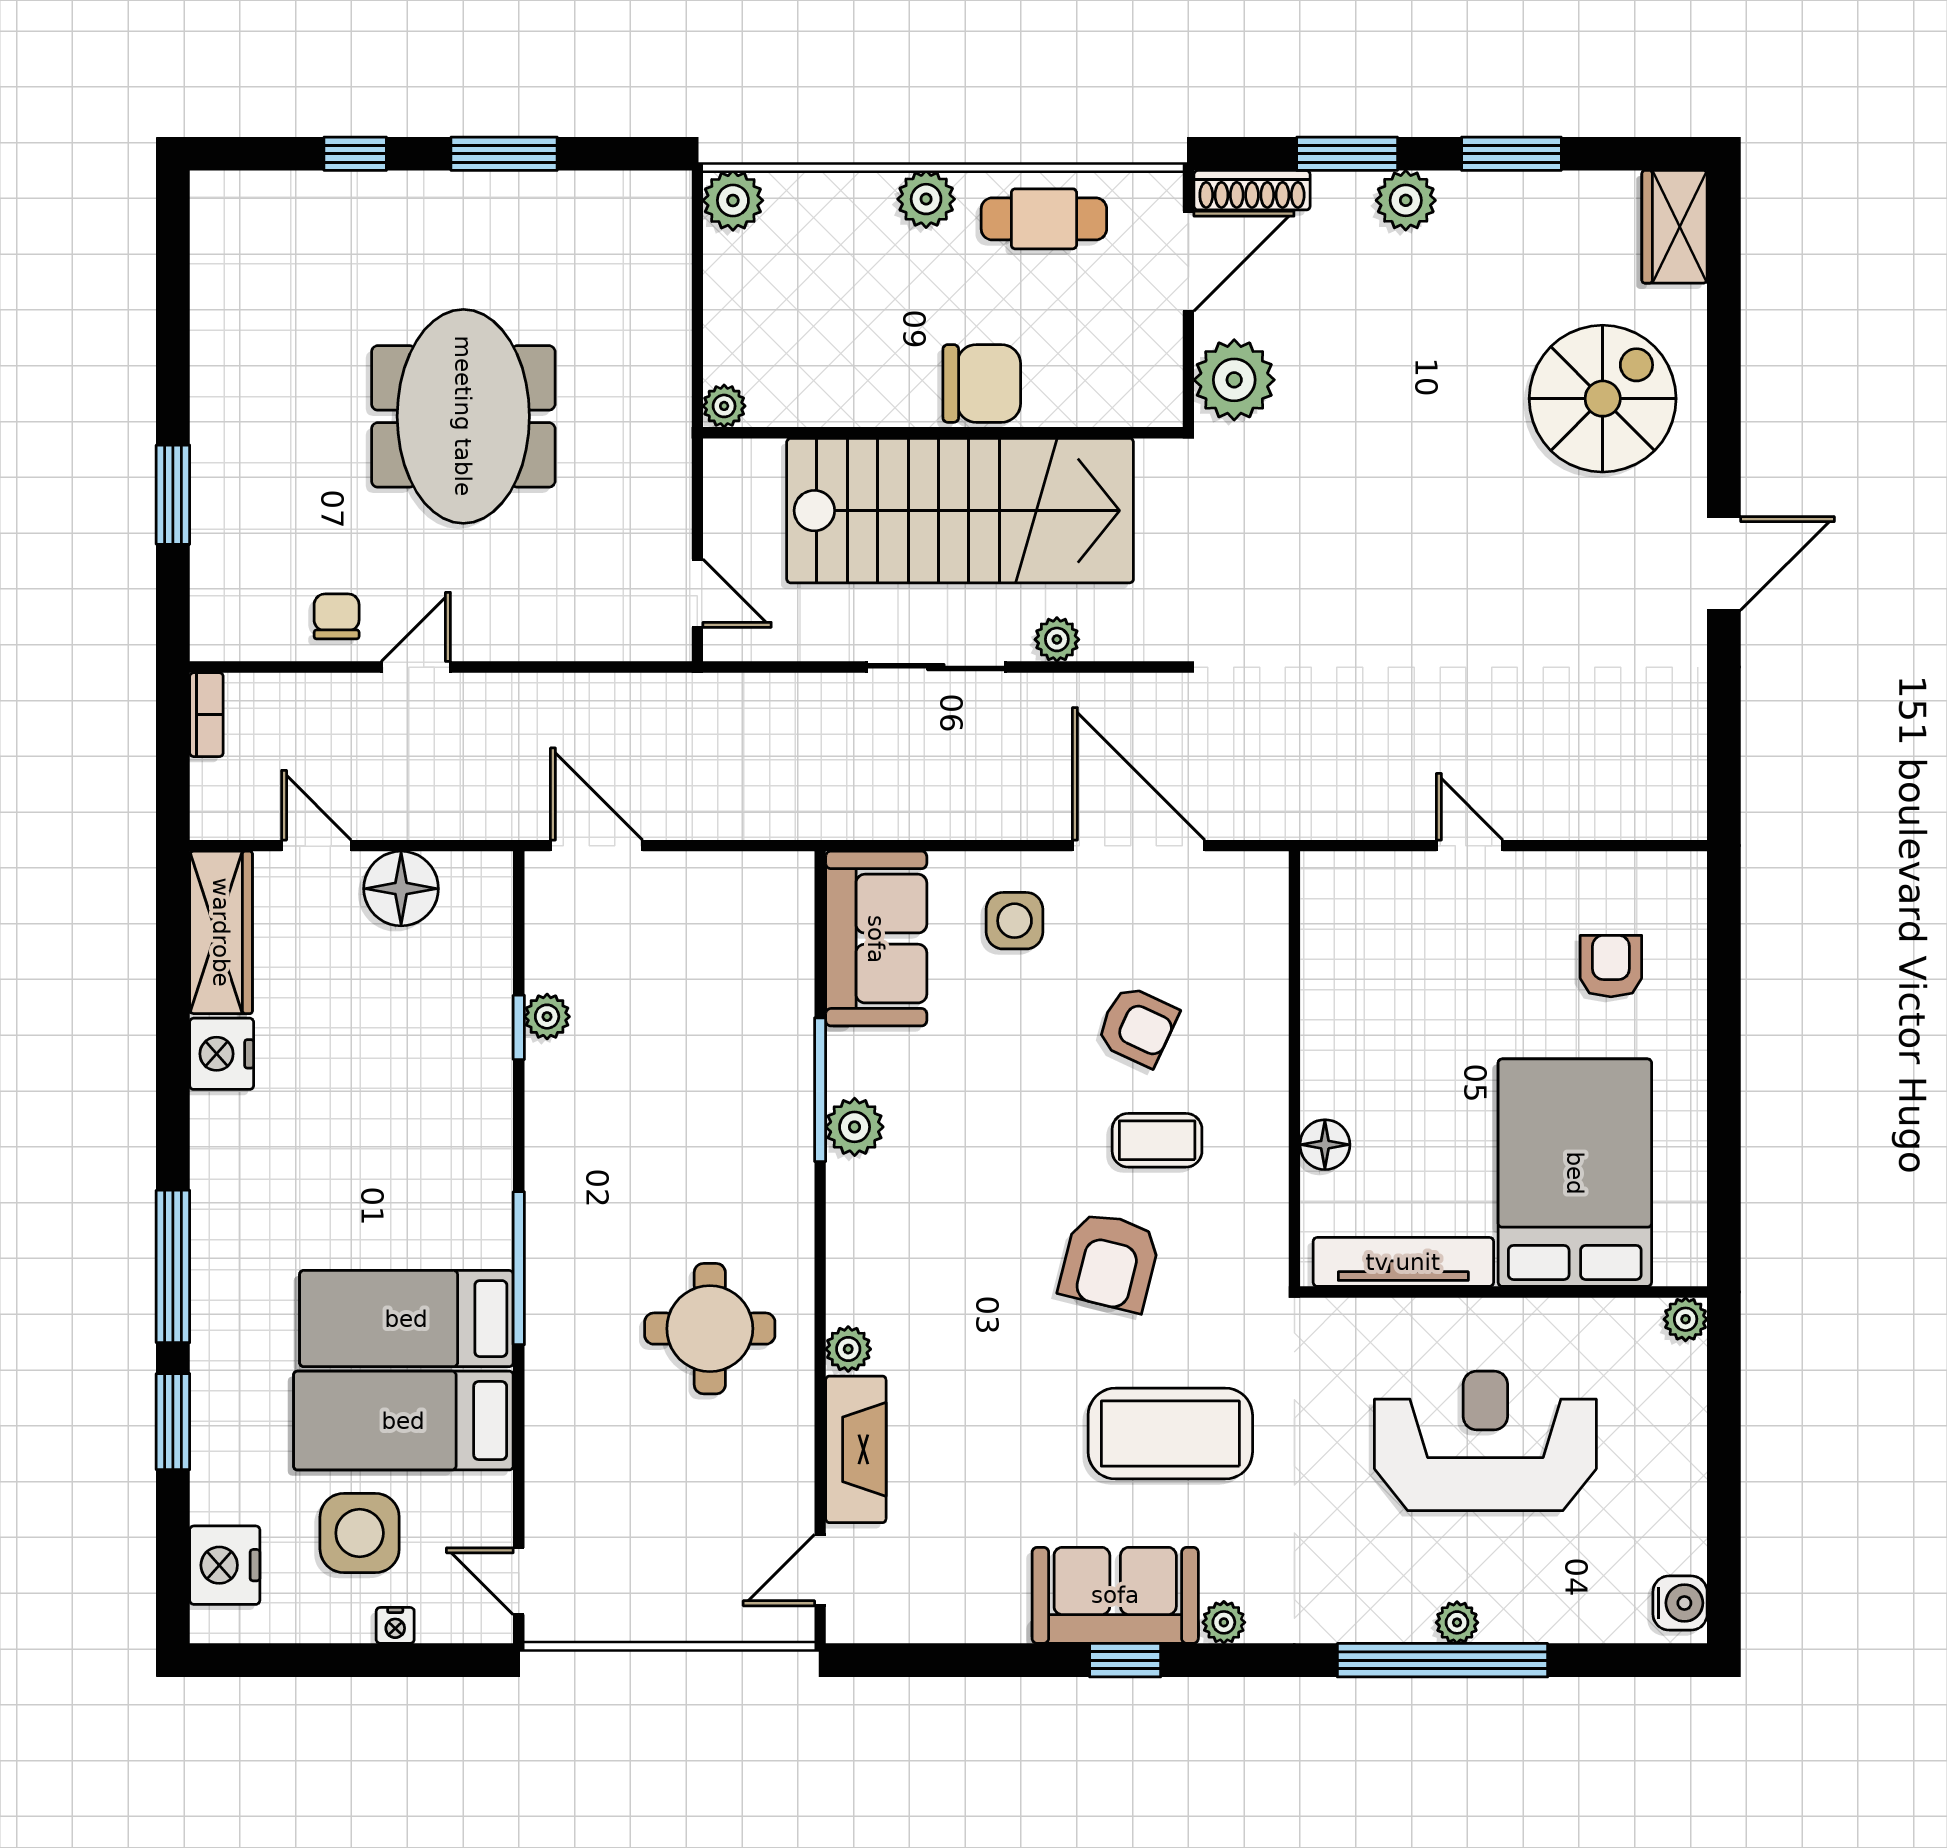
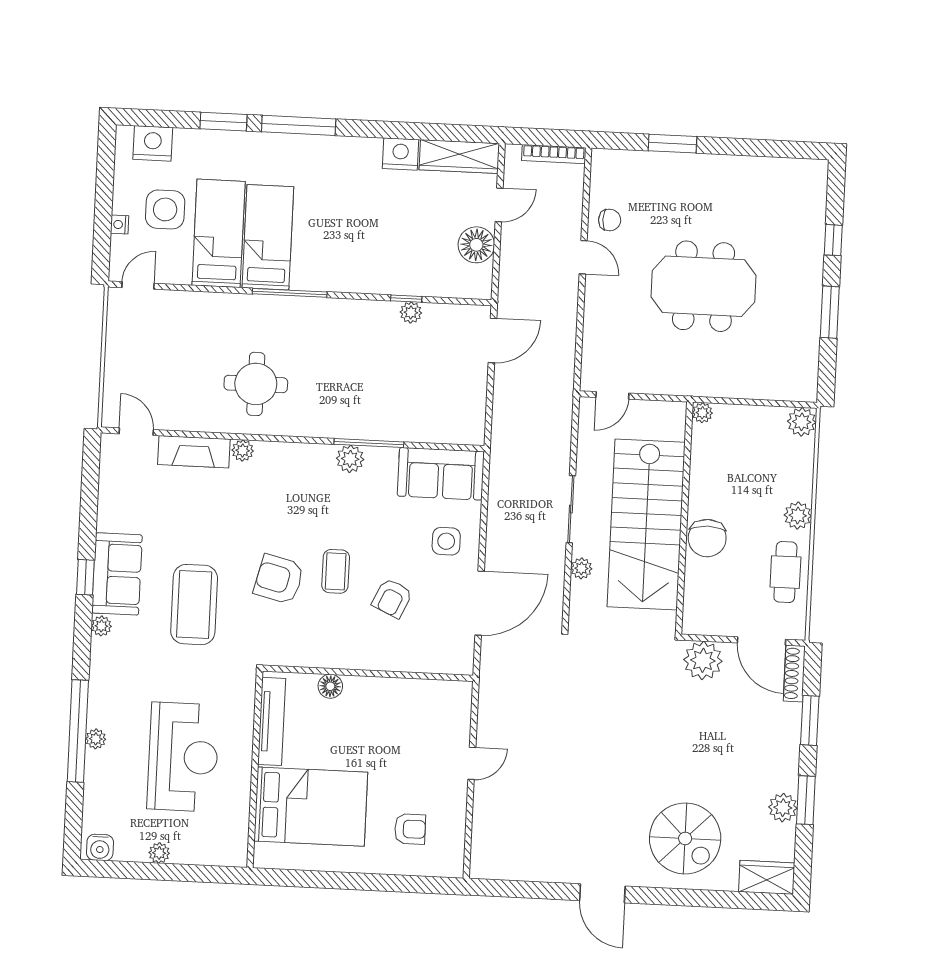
plant: (1406, 200) -> (783, 808), moved
bookcase: (206, 715) -> (554, 154), width x1.56
coffee table: (1157, 1140) -> (336, 571), moved
plant: (1686, 1319) -> (159, 853), moved

